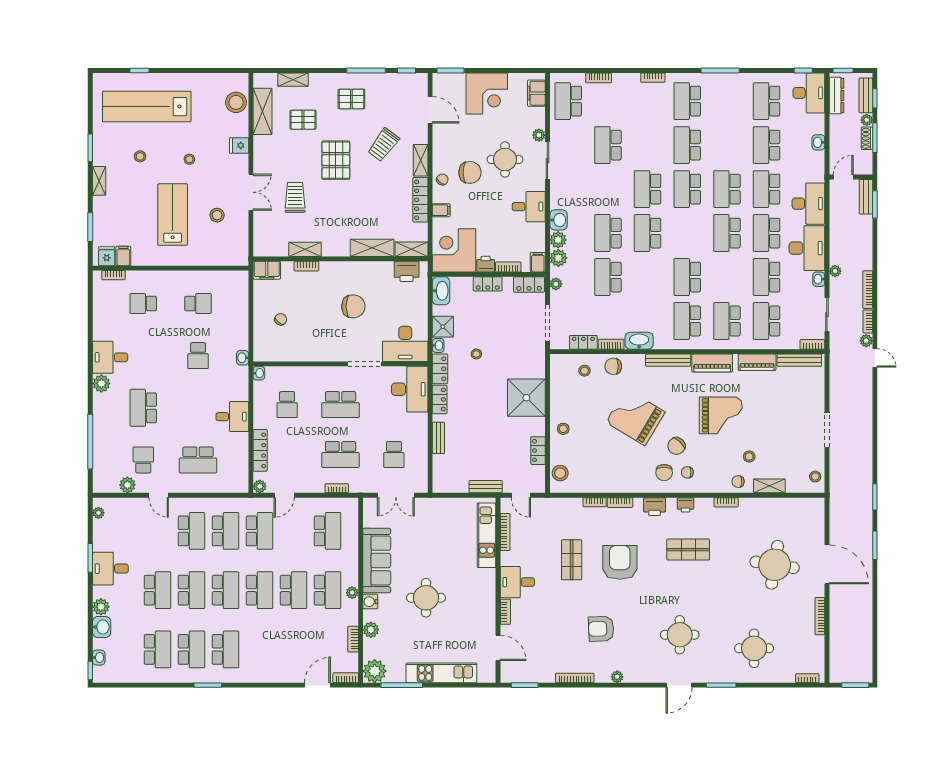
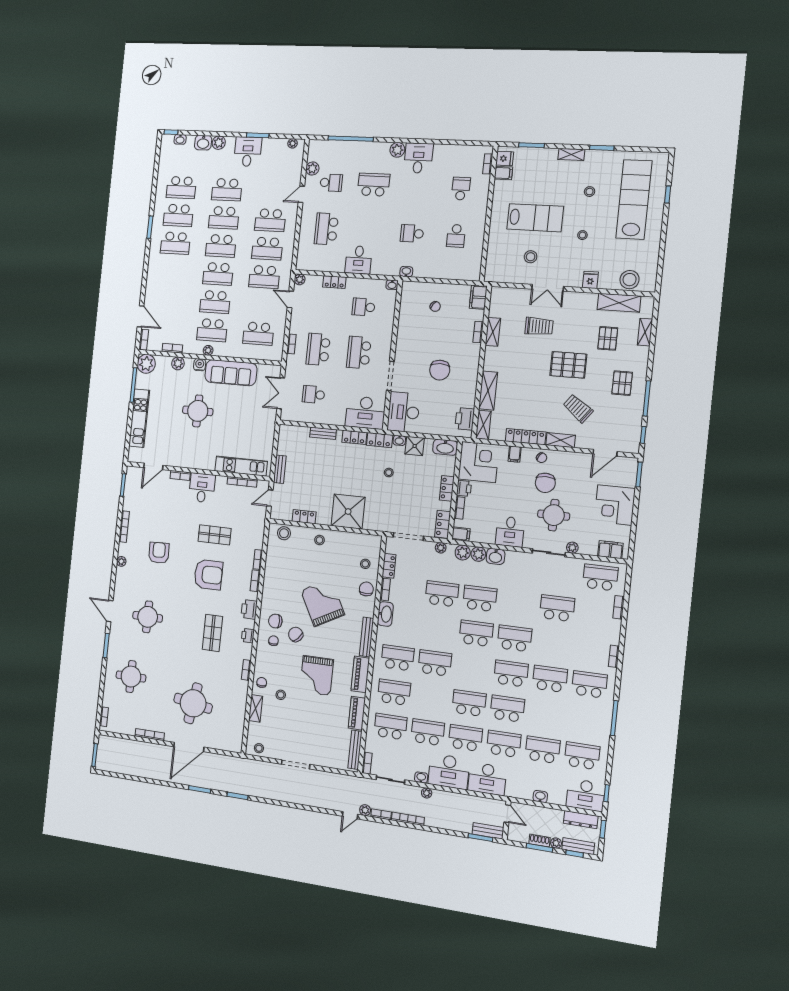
grand piano: (635, 417) -> (323, 603), turned -59
locker: (260, 450) -> (334, 282), width x0.66

